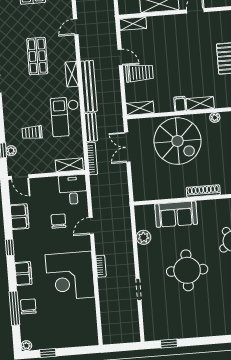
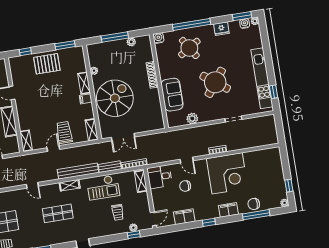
round table: (187, 270) -> (215, 82), turned 37
kitchen unit: (187, 330) -> (262, 78), added

